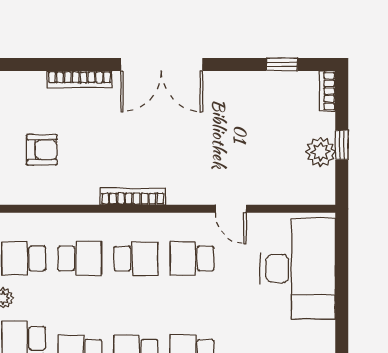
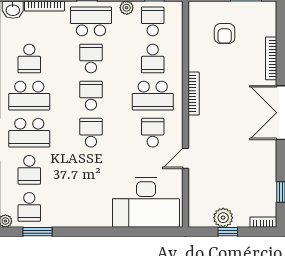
school desk: (136, 258) -> (153, 96), width x1.85

